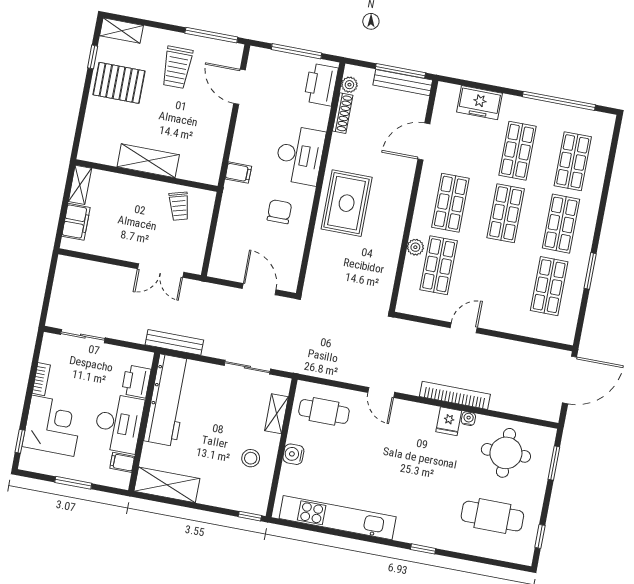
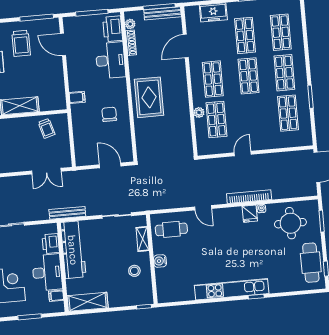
desk: (300, 155) -> (110, 60), moved
cafe table: (492, 516) -> (311, 263), moved, turned 90
kitchen unit: (338, 518) -> (232, 289), moved

